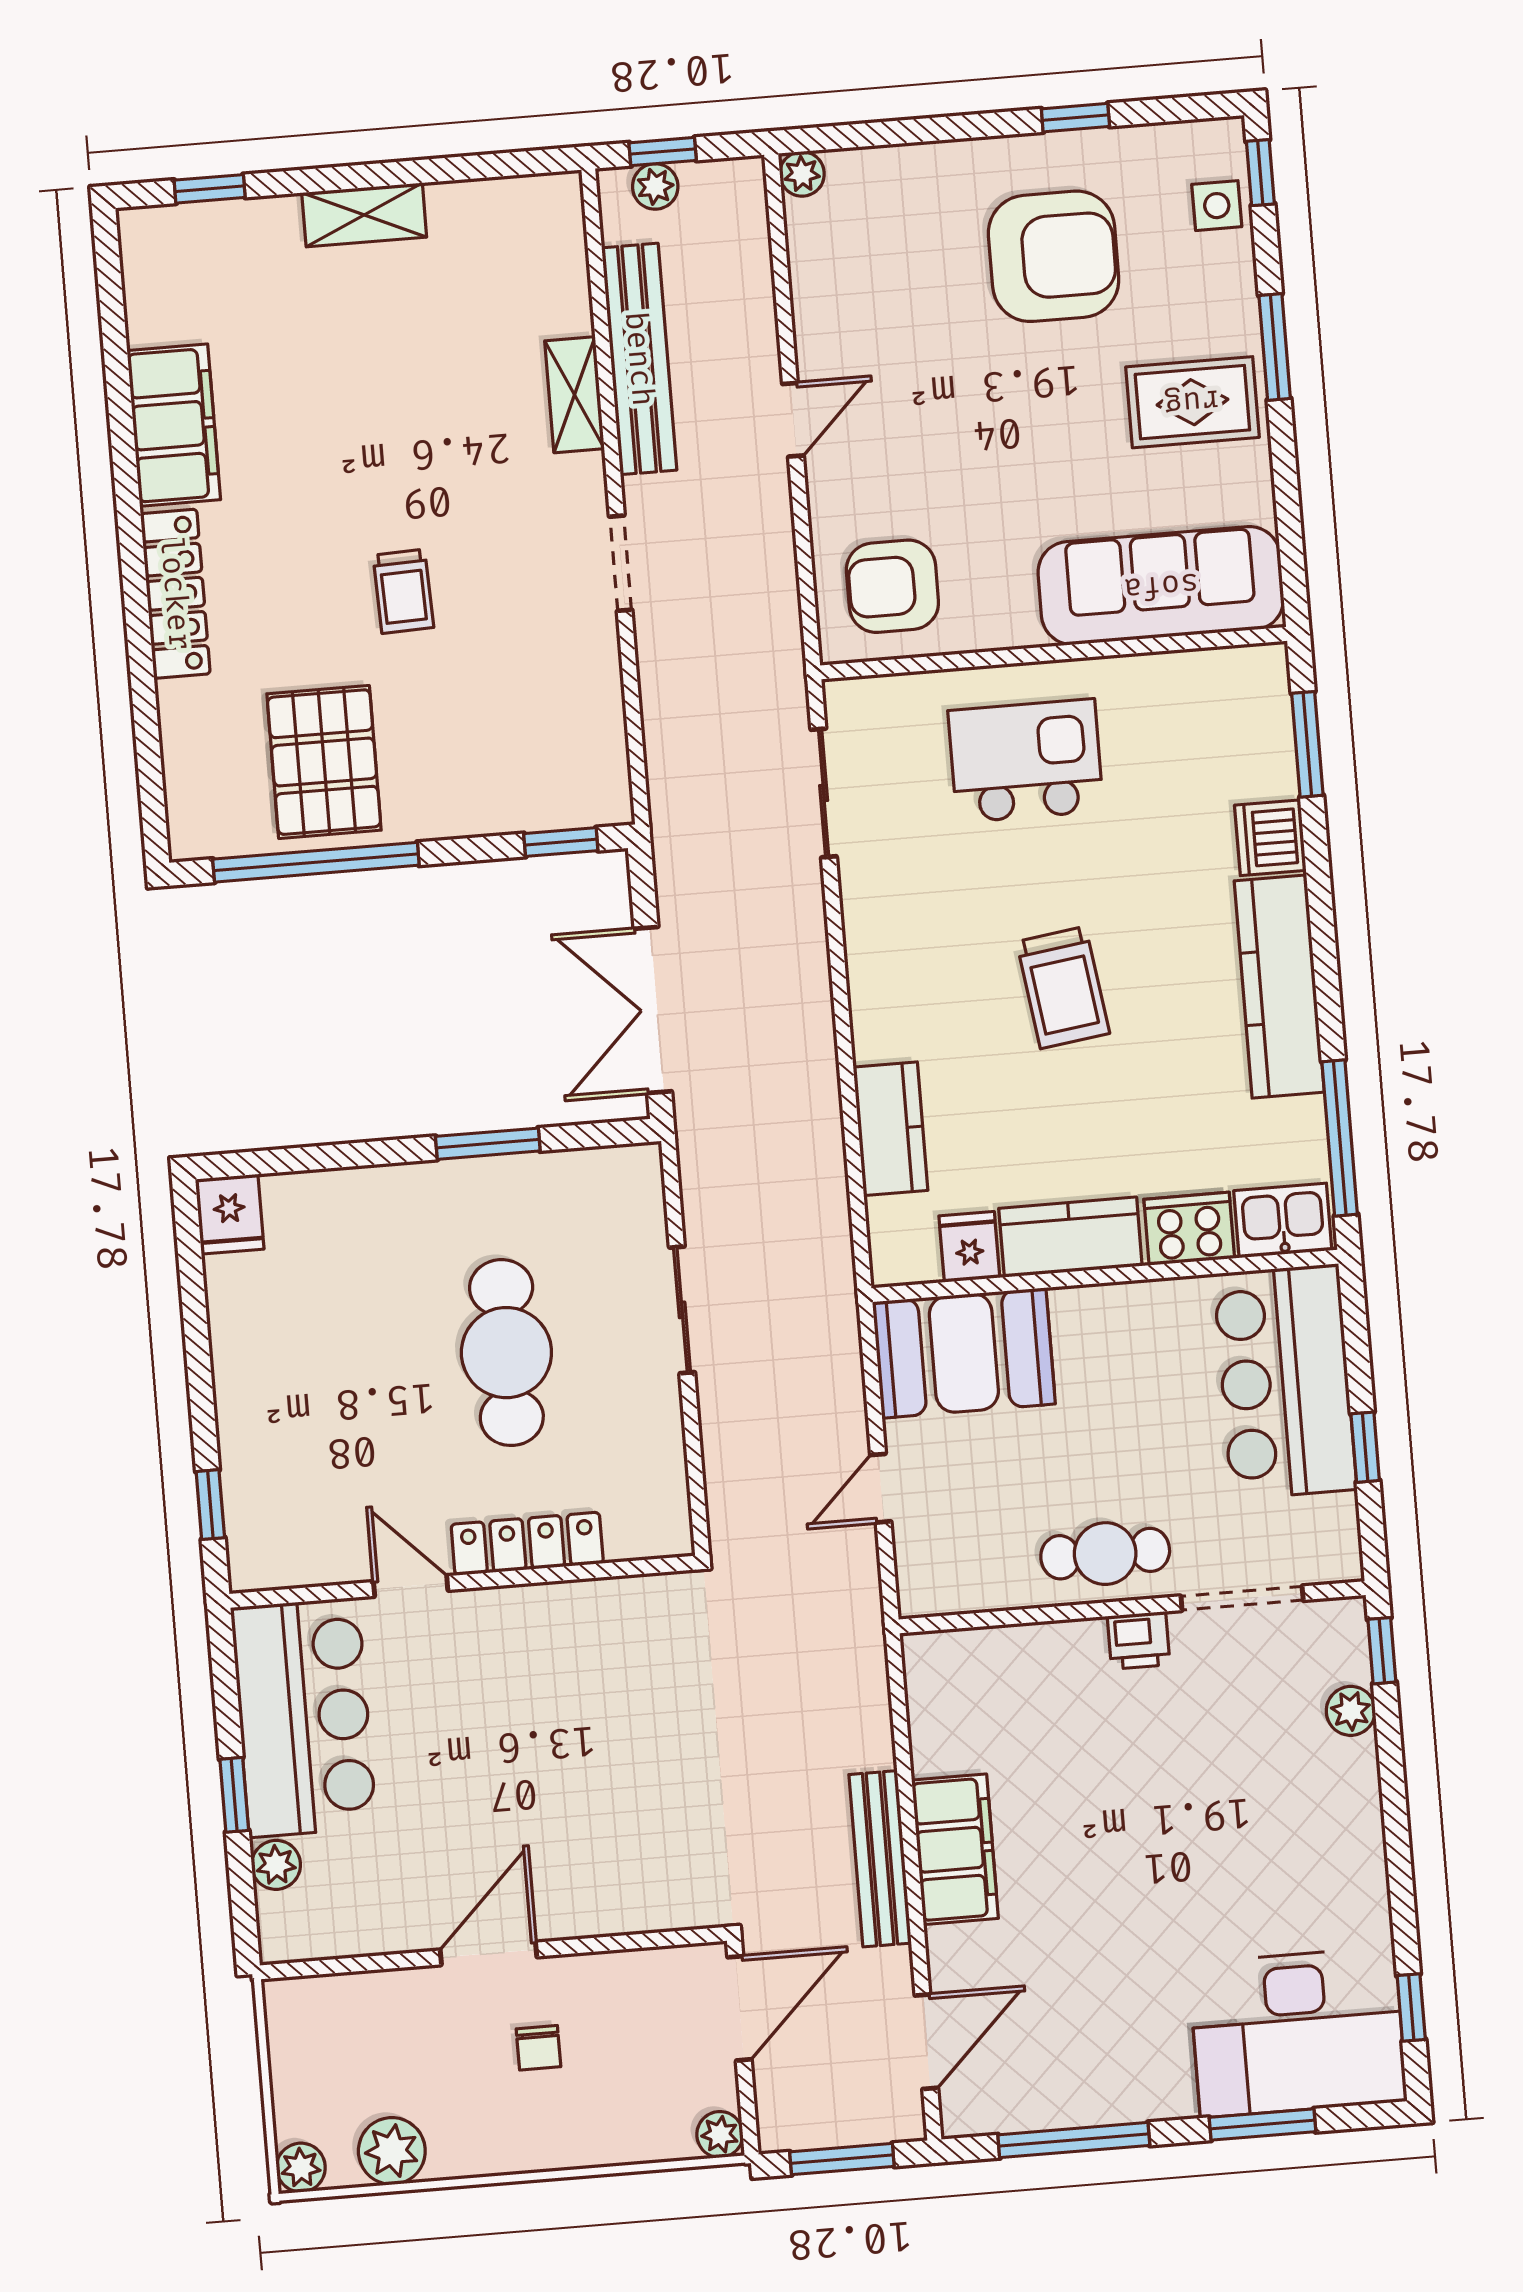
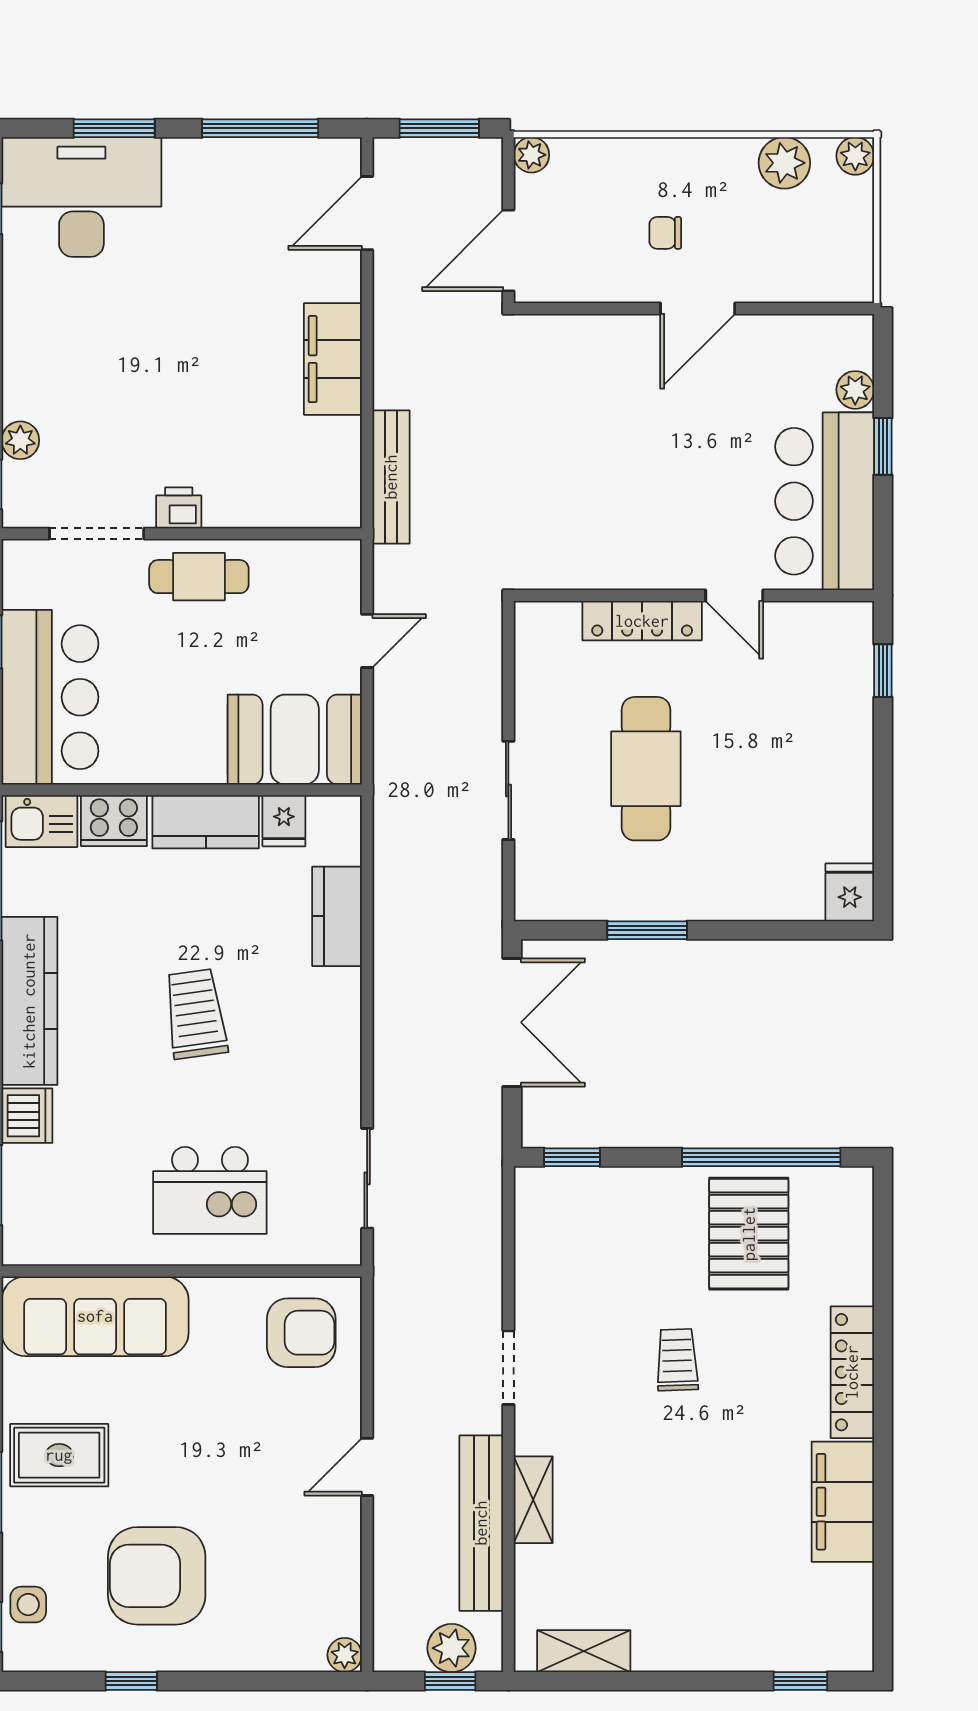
plant: (655, 186) -> (452, 1648), width x1.38, depth x1.38
shelving: (364, 215) -> (584, 1651), moved
bench: (880, 1859) -> (391, 477), moved
chair: (538, 2048) -> (665, 233), turned -90

